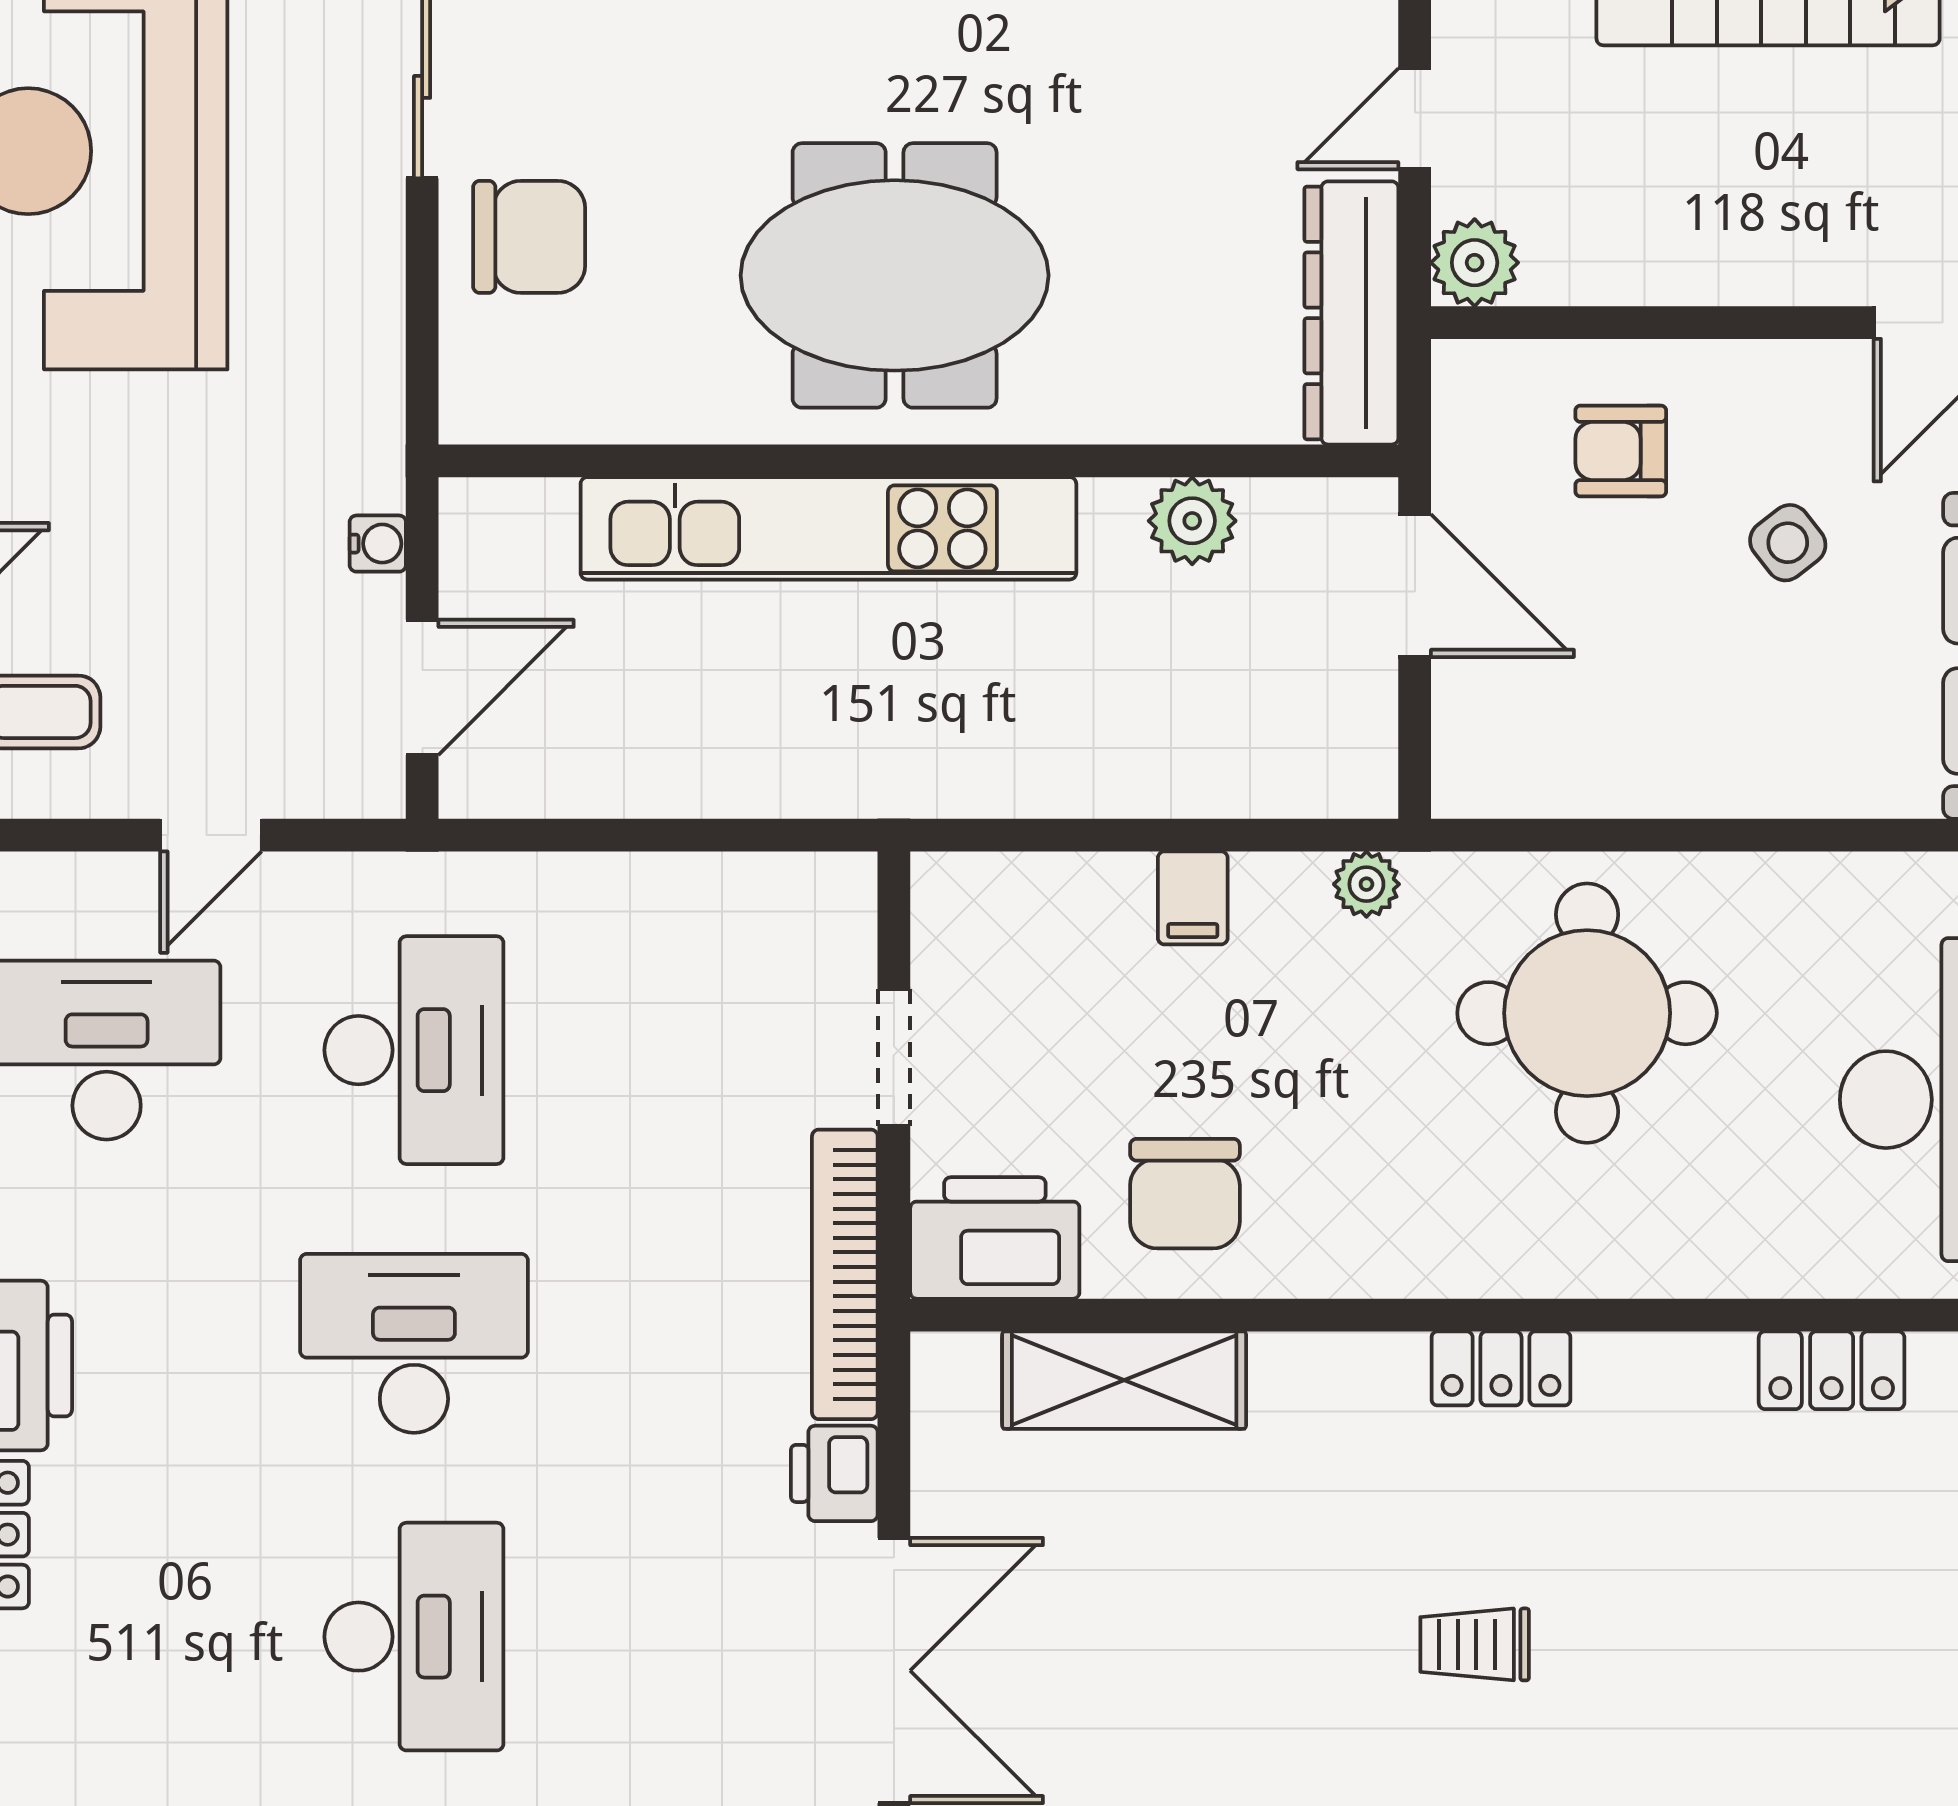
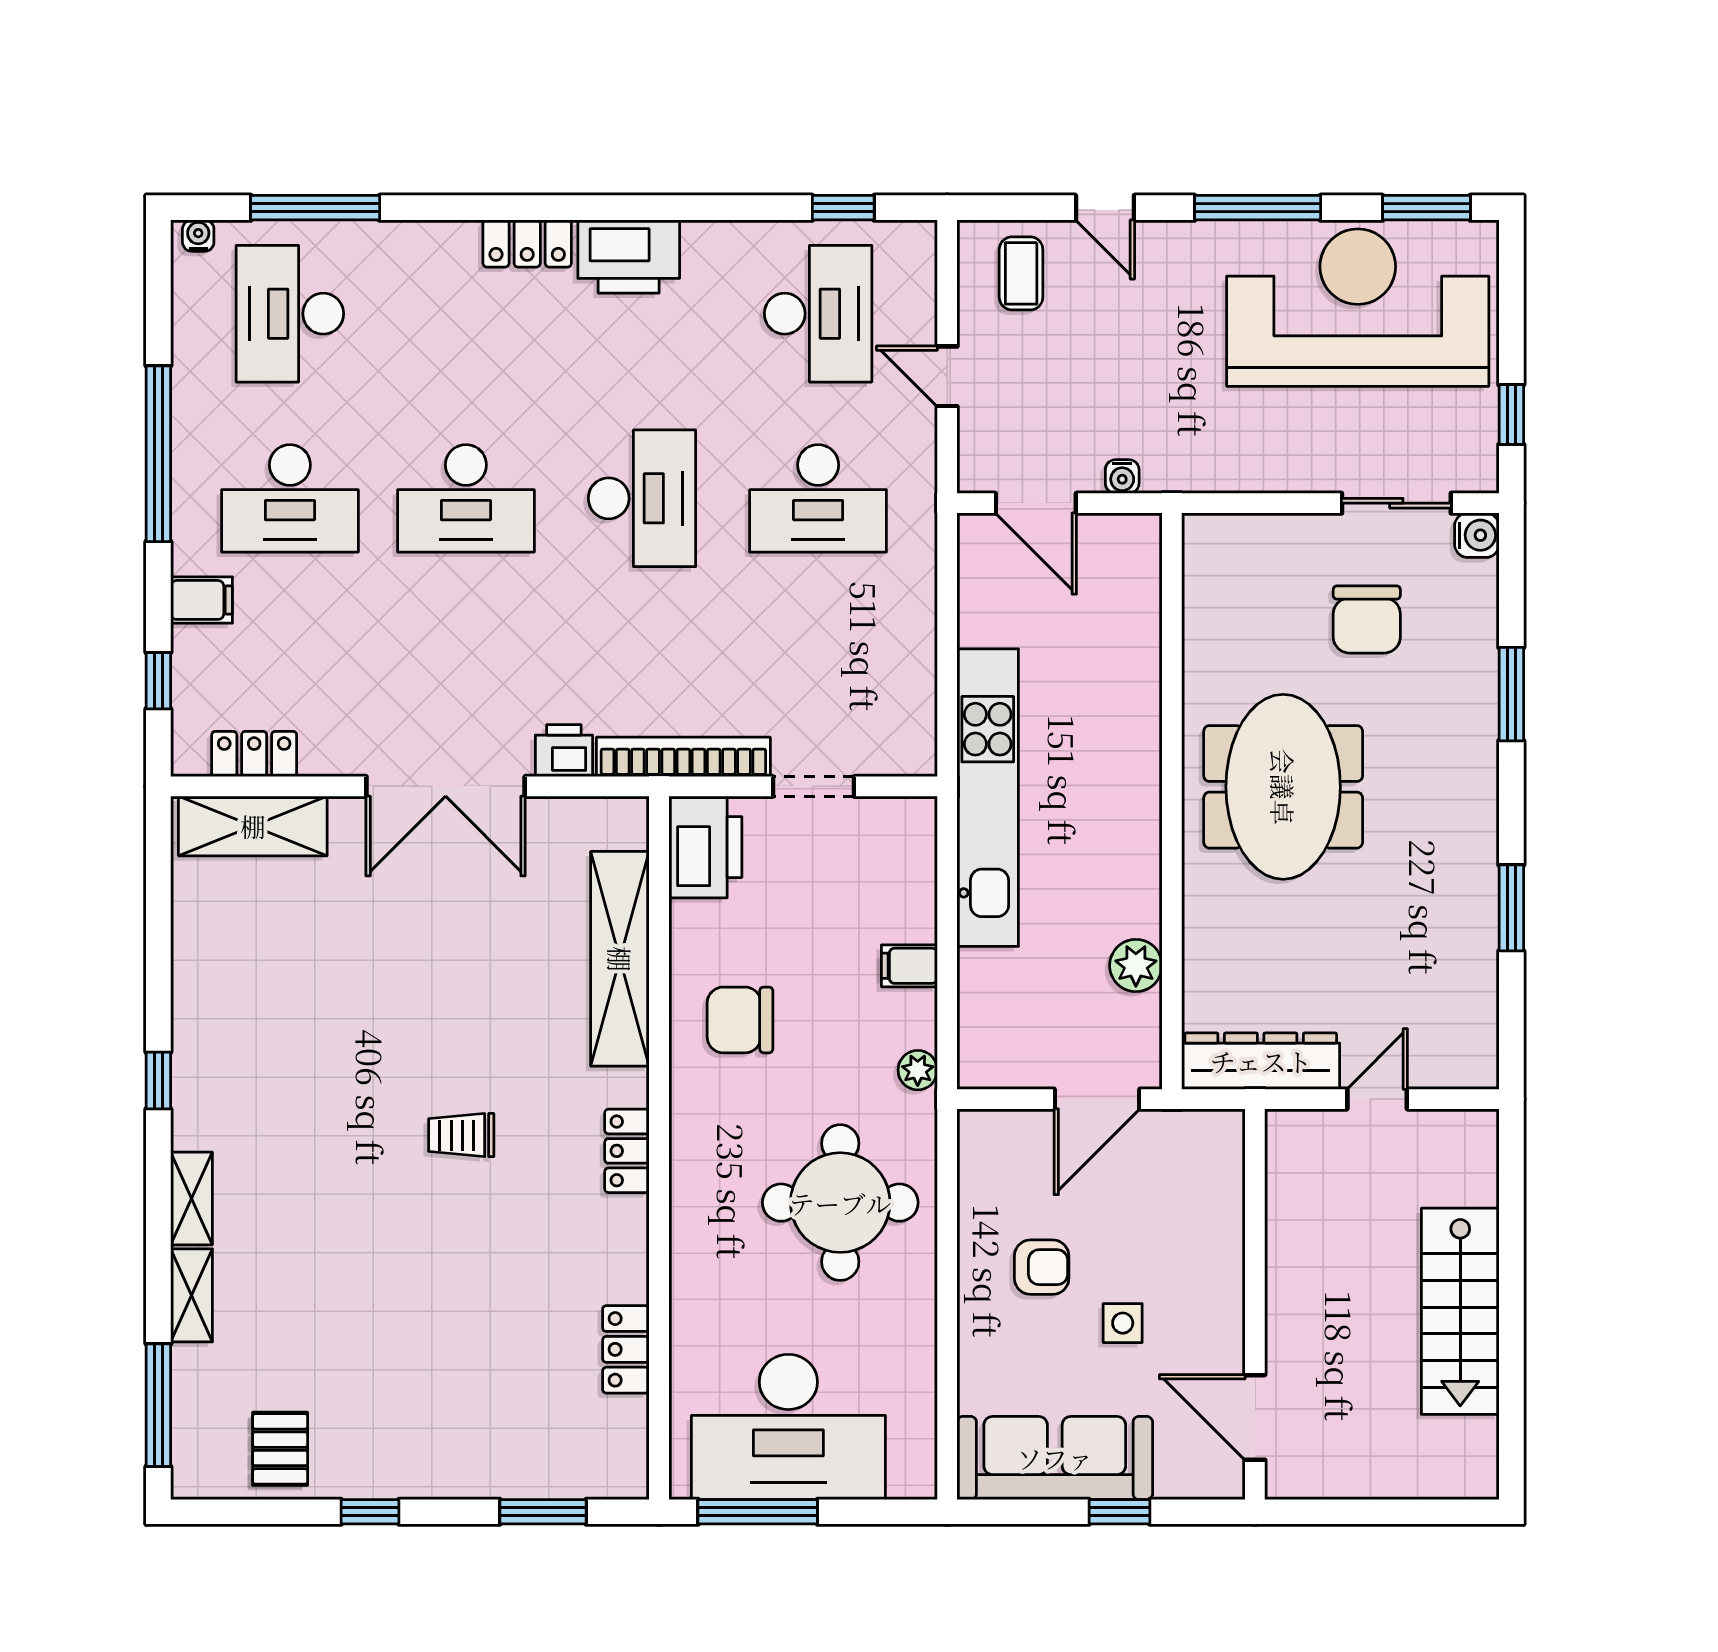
door: (1415, 119) -> (1377, 1099), hinge flipped
chair: (529, 237) -> (1367, 619), moved
plant: (1475, 263) -> (1291, 1135), removed
armchair: (1621, 451) -> (1042, 1267), moved, turned 90
kitchen unit: (828, 528) -> (988, 798), moved, turned 180
side table: (1788, 543) -> (1123, 1323), turned 38
chair: (1185, 1194) -> (740, 1020), moved
shelving: (1124, 1380) -> (620, 959), width x1.47
trolley: (1475, 1644) -> (461, 1135), turned -90

